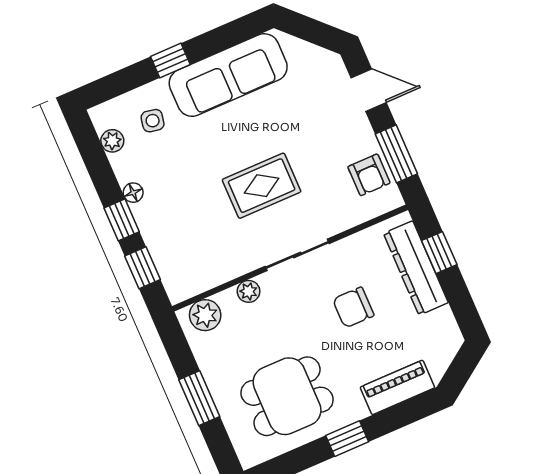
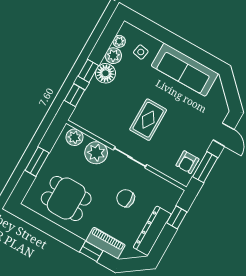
window: (170, 60) -> (172, 40), removed
plant: (127, 166) -> (113, 56), added
rug: (262, 186) -> (148, 120), turned 90
floor lamp: (133, 193) -> (105, 73), width x1.89, depth x1.89
dresser: (416, 268) -> (152, 231), moved
plant: (249, 291) -> (96, 153), width x1.88, depth x1.88
window: (347, 439) -> (91, 251), moved

